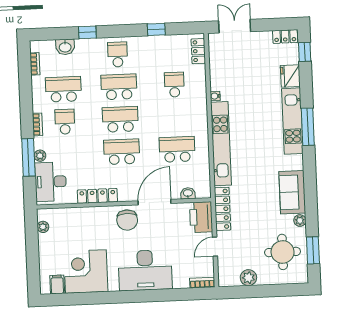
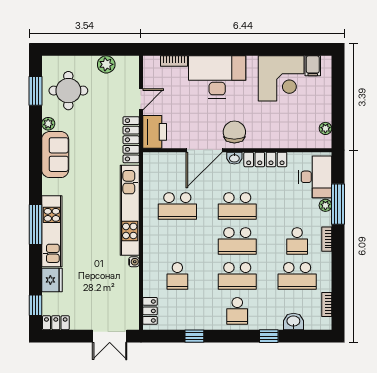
washbasin: (188, 193) -> (234, 158), moved
bookcase: (202, 283) -> (174, 61), moved

